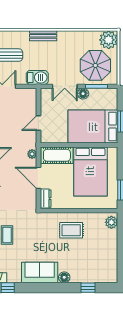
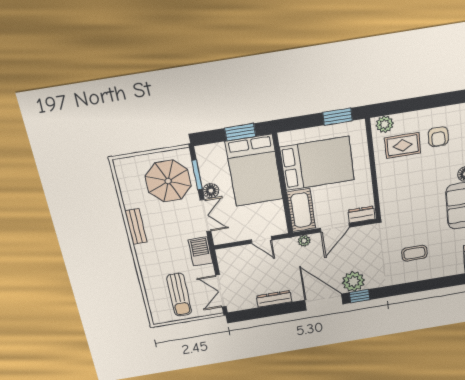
bench: (43, 36) -> (136, 226), moved
plant: (109, 40) -> (128, 169), removed
rug: (71, 230) -> (403, 145), moved, turned 90
armchair: (96, 259) -> (438, 137), added

